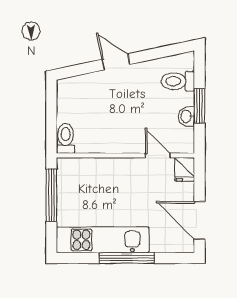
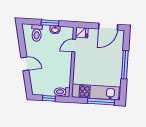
door: (116, 62) -> (25, 64), swing flipped
window: (51, 113) -> (49, 98), added
window: (51, 195) -> (101, 102), moved
kitchen unit: (103, 240) -> (95, 92), moved, turned 90

